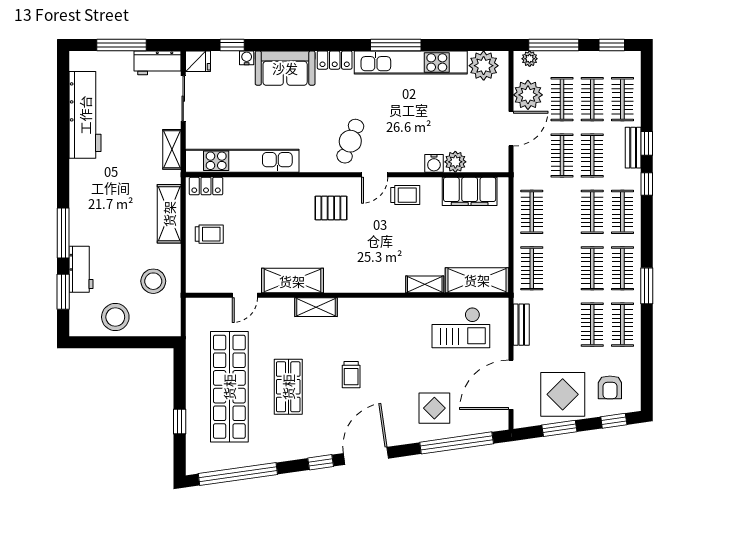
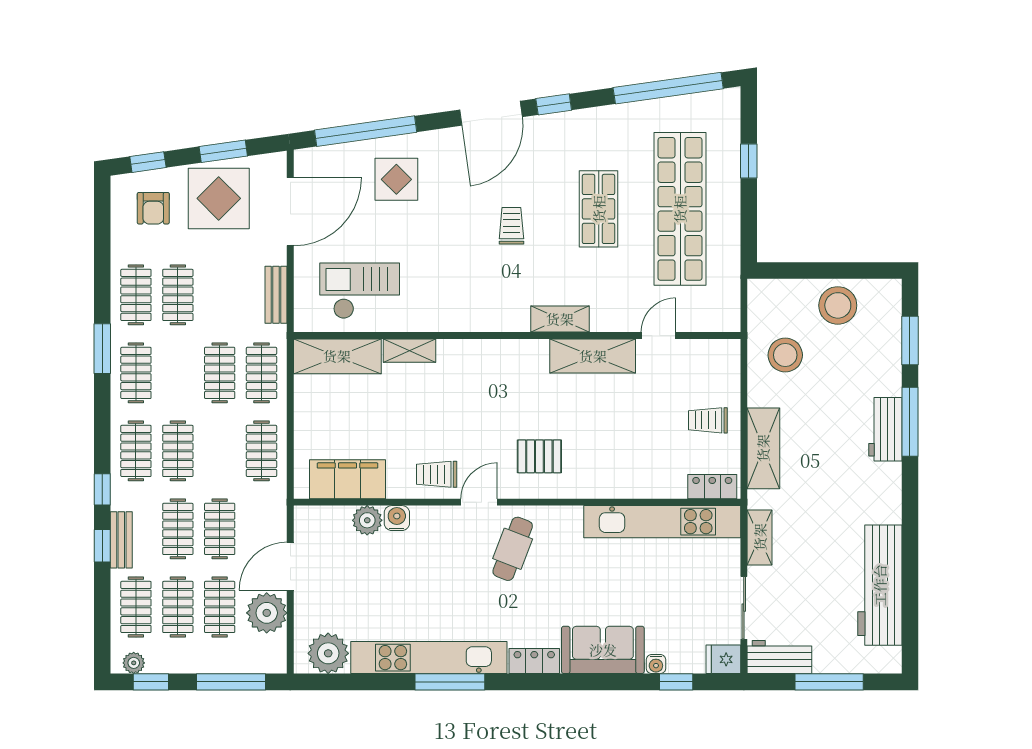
plant: (530, 59) -> (134, 663), moved
clothes rail: (592, 268) -> (220, 373), moved
workbench: (81, 269) -> (885, 429), moved
armchair: (610, 387) -> (153, 208), turned 180

